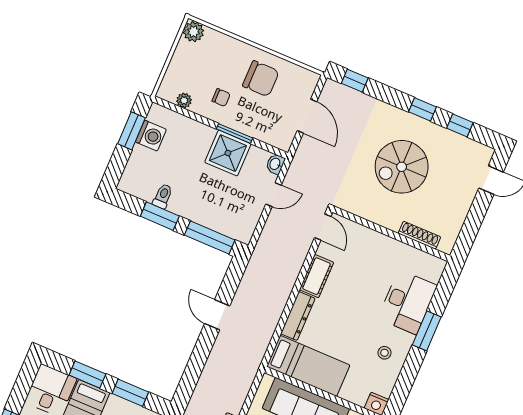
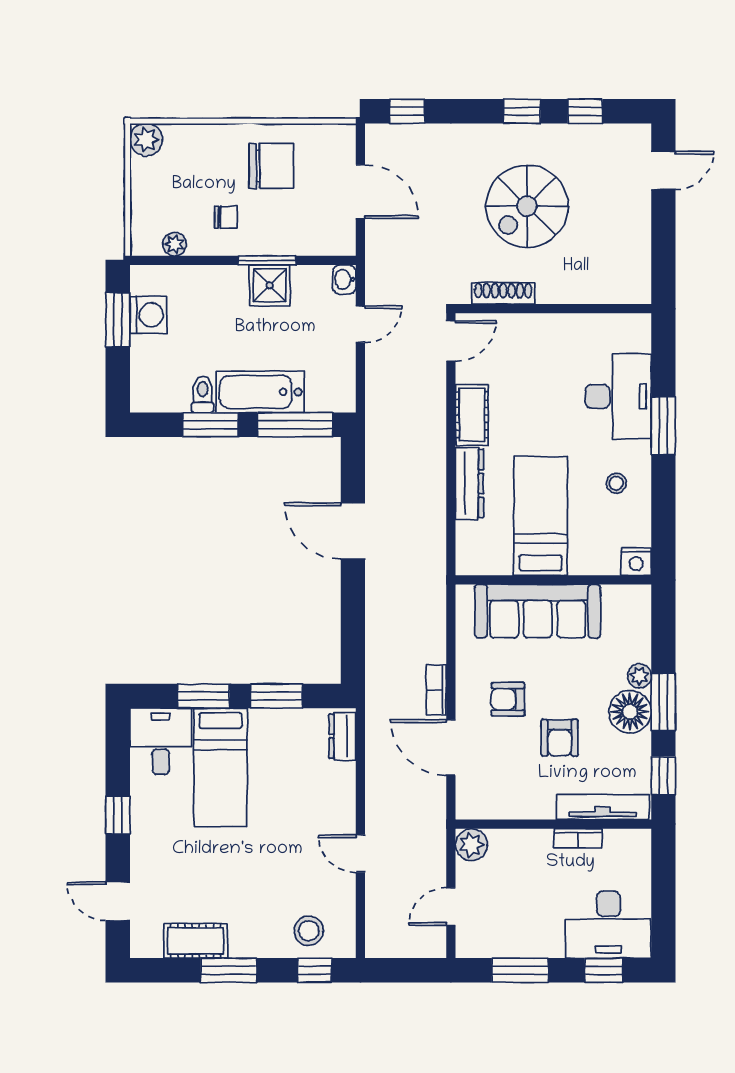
shower: (228, 153) -> (270, 285), width x0.73, depth x0.73
bathtub: (197, 209) -> (260, 392), added
door: (323, 227) -> (451, 341), hinge flipped
shoe rack: (419, 235) -> (503, 293), moved
door: (217, 315) -> (353, 531), width x1.38
bed: (308, 366) -> (541, 516), moved, turned -90

